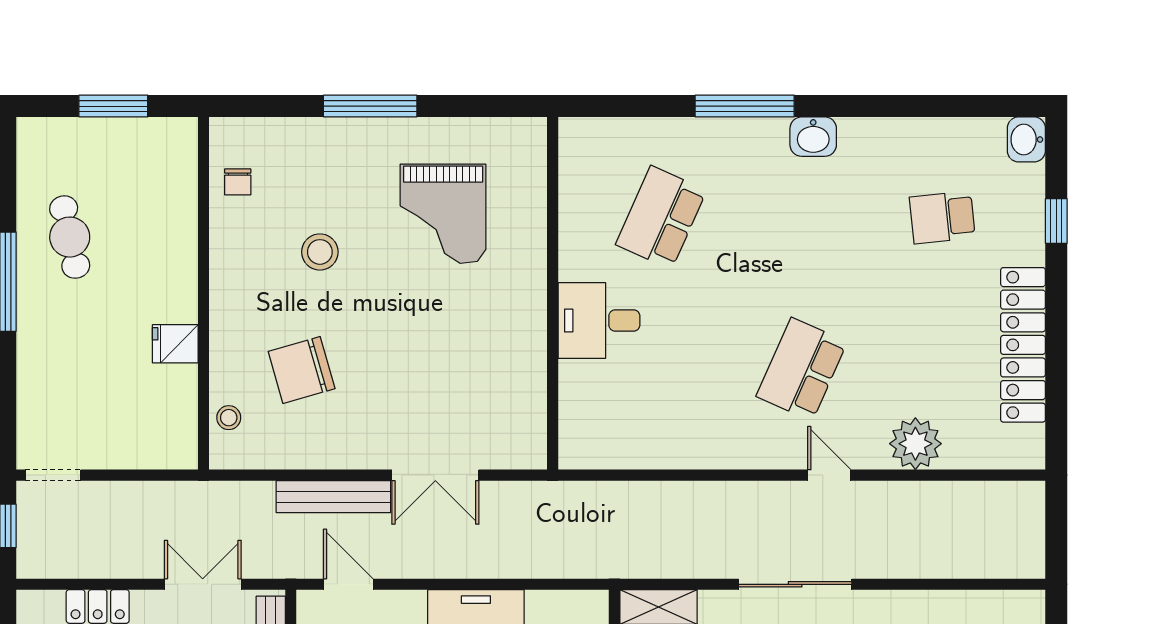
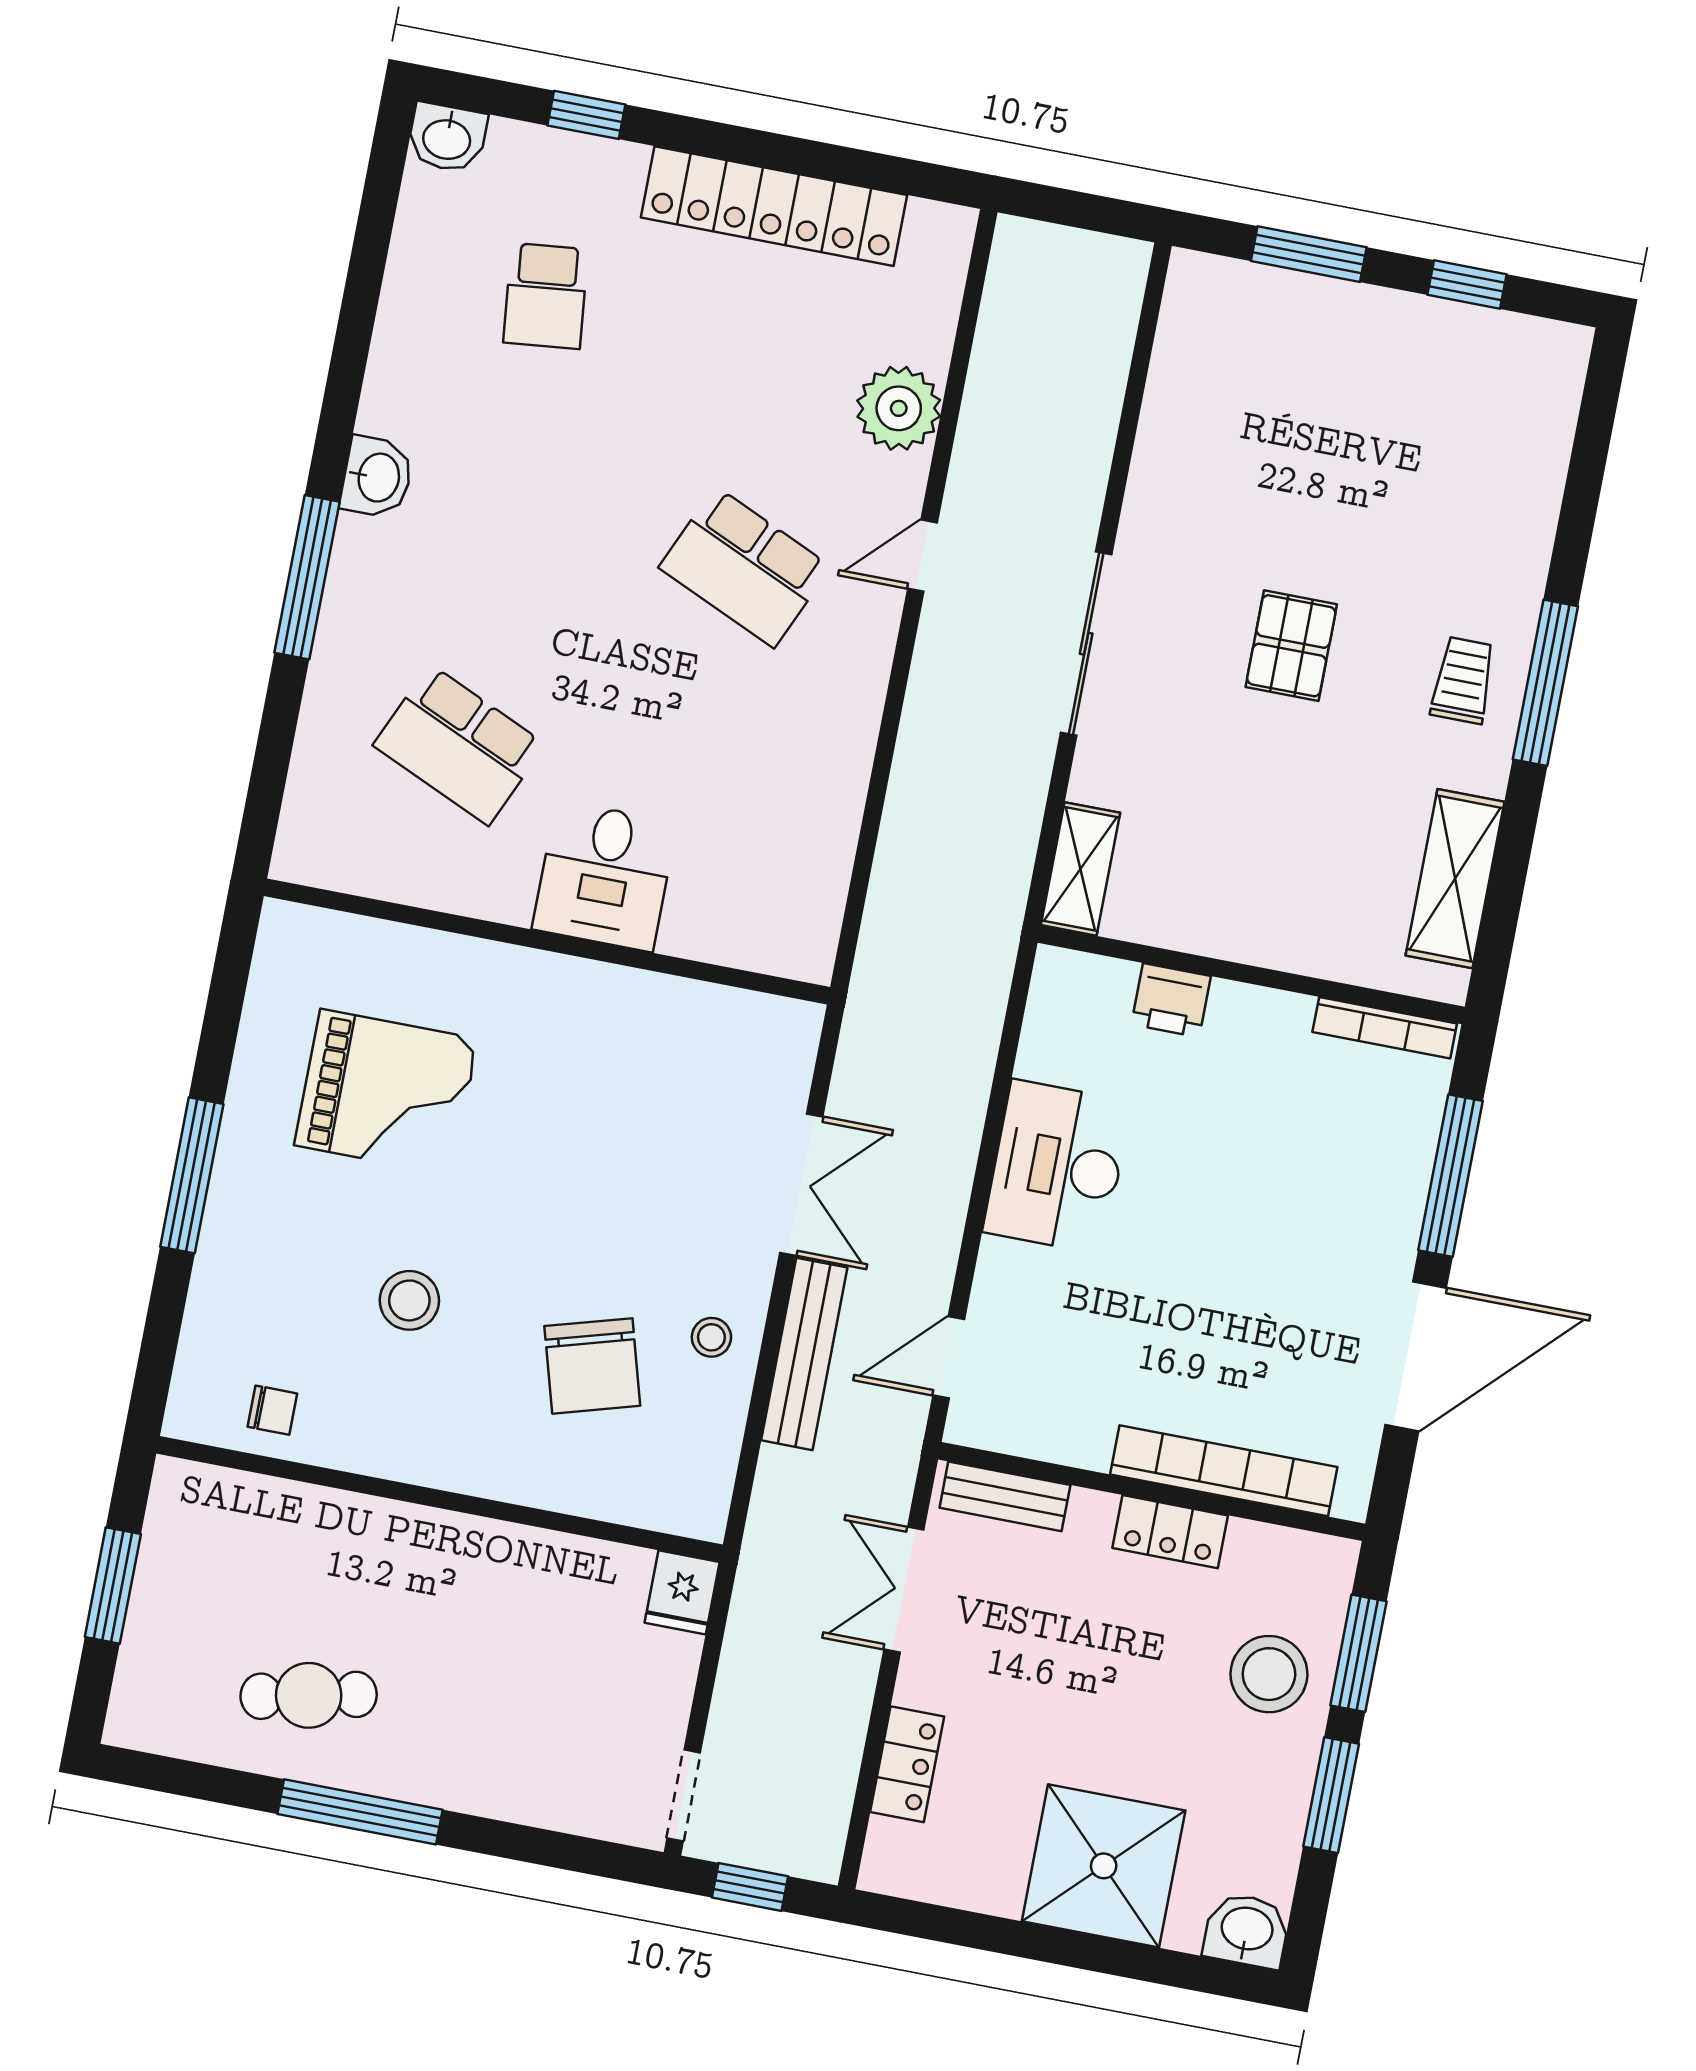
fridge: (175, 344) -> (682, 1592), moved
stool: (229, 418) -> (711, 1337), moved

